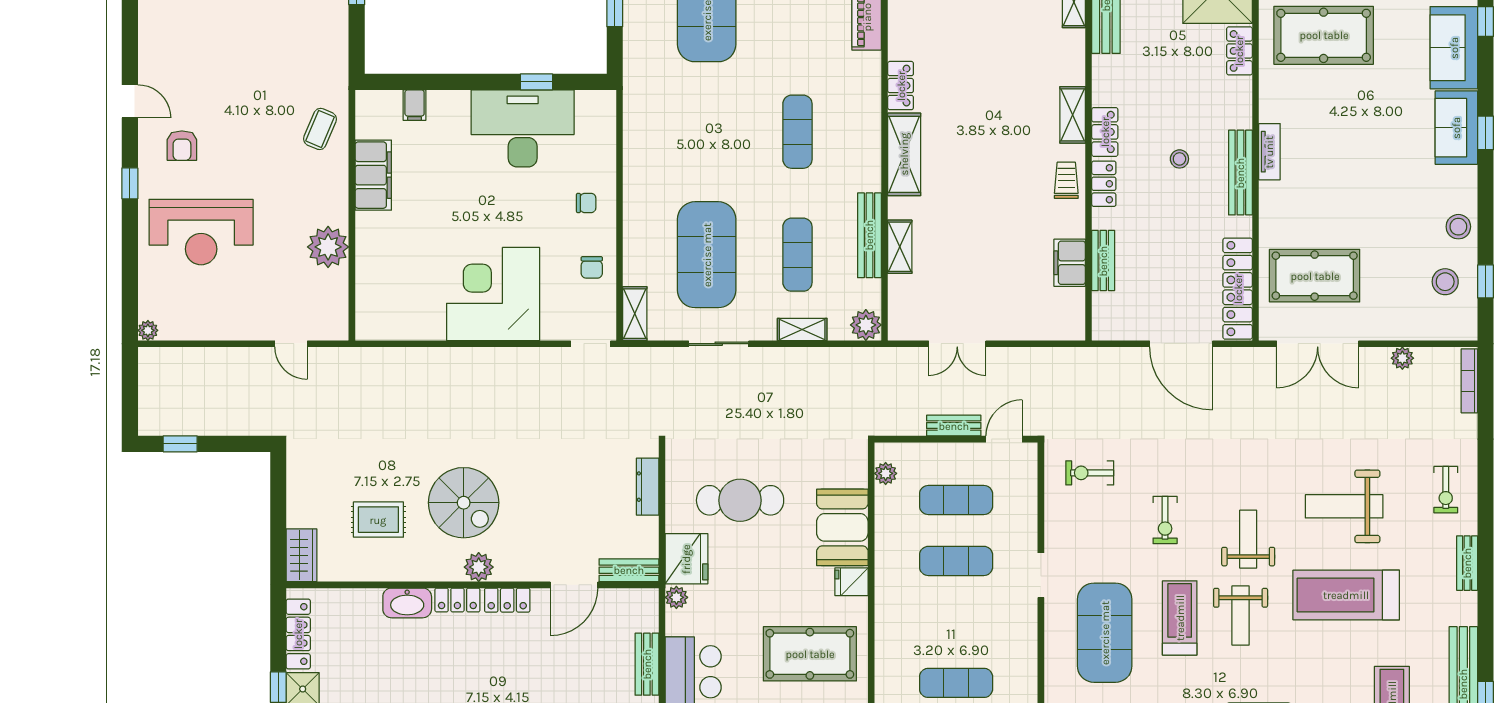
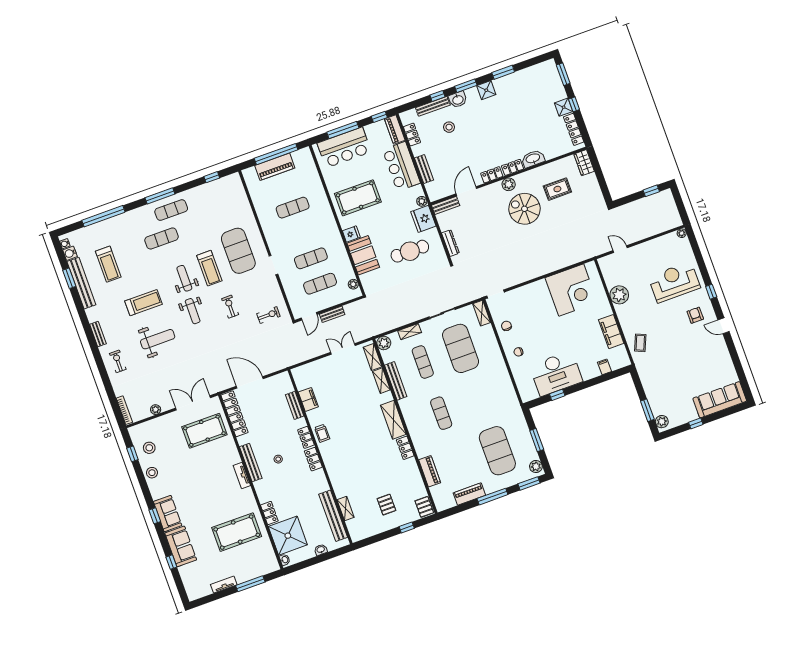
shelving: (1073, 115) -> (373, 357), moved
corner desk: (493, 294) -> (571, 290), moved
treadmill: (1346, 595) -> (143, 303), width x0.73, depth x0.73

